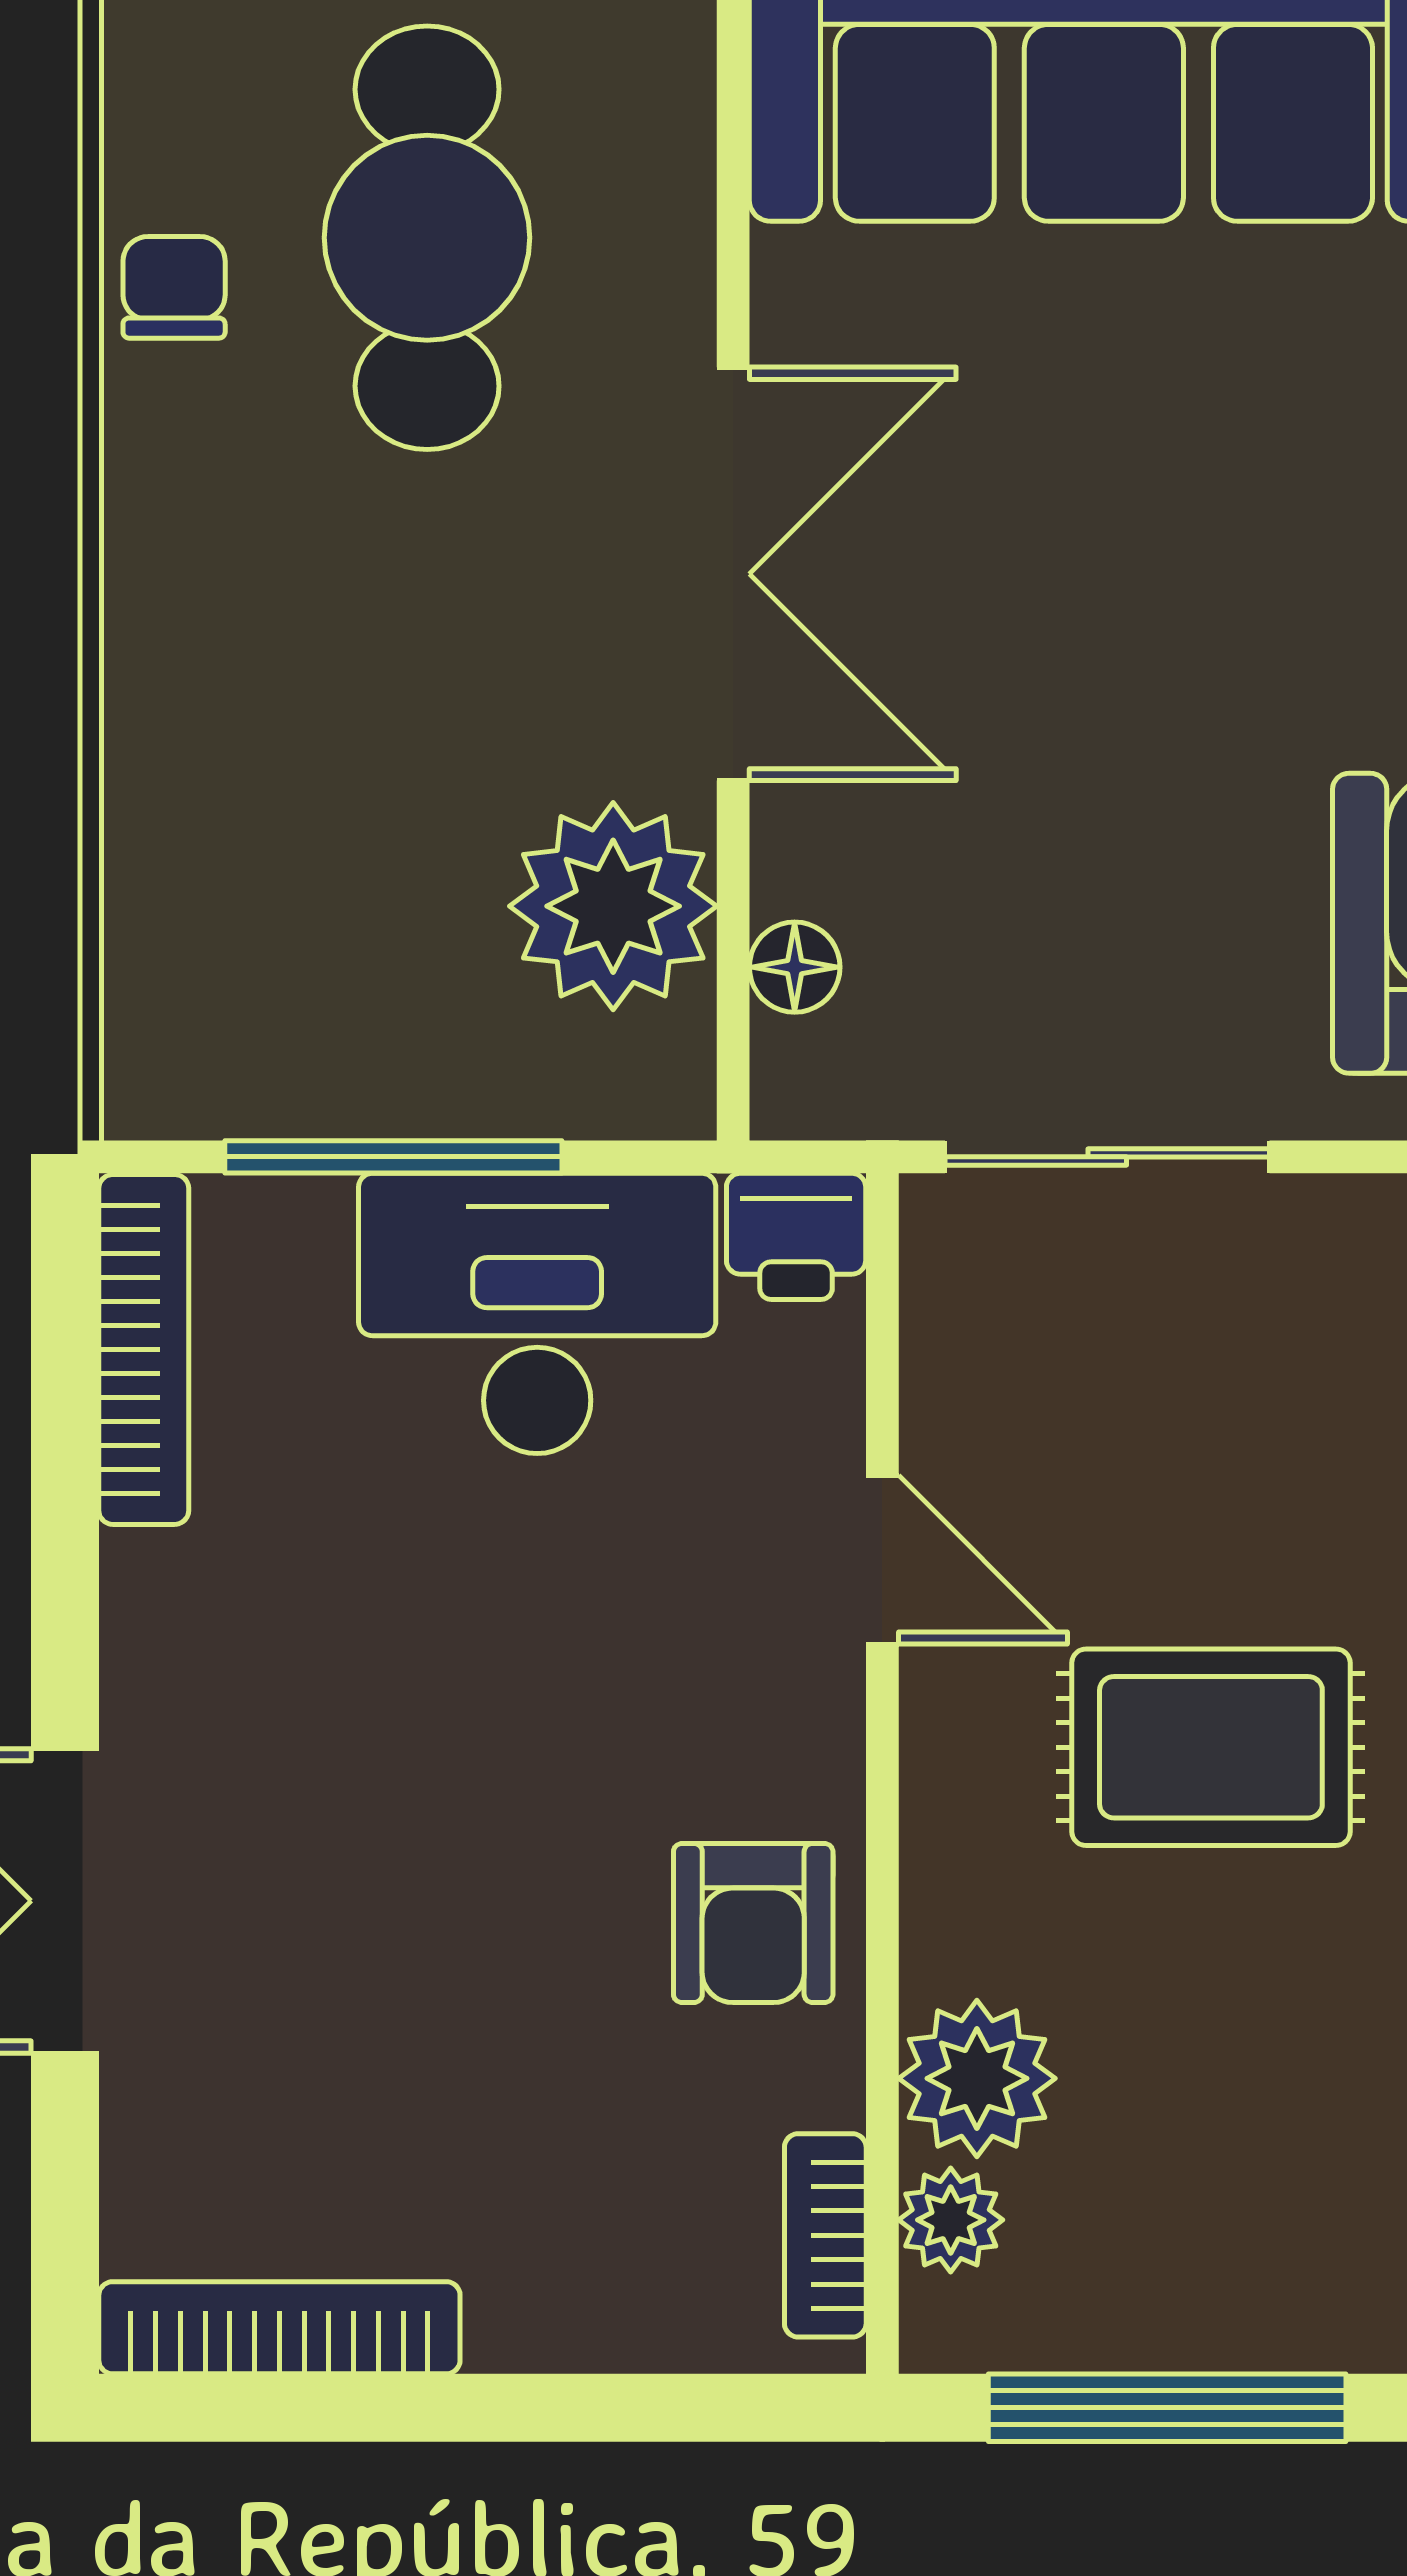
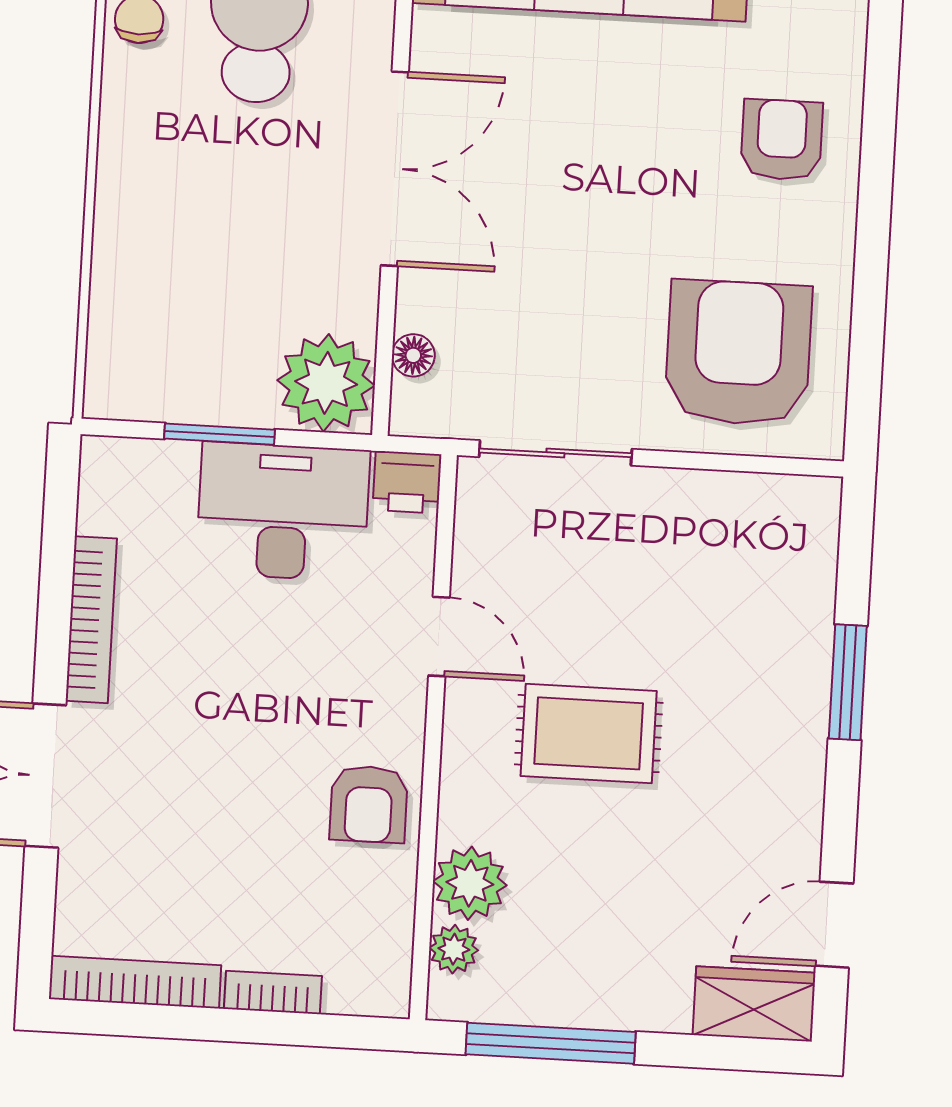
plant: (613, 906) -> (326, 383), moved
window: (393, 1157) -> (220, 434), width x0.69
bookcase: (144, 1349) -> (91, 620), moved
bookcase: (825, 2235) -> (273, 992), moved, turned 90

